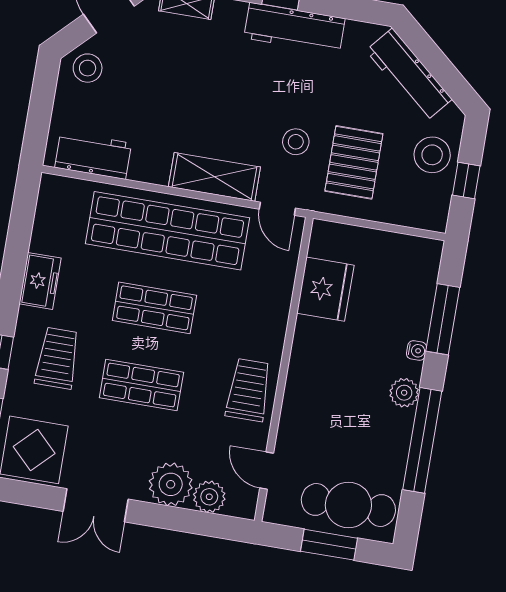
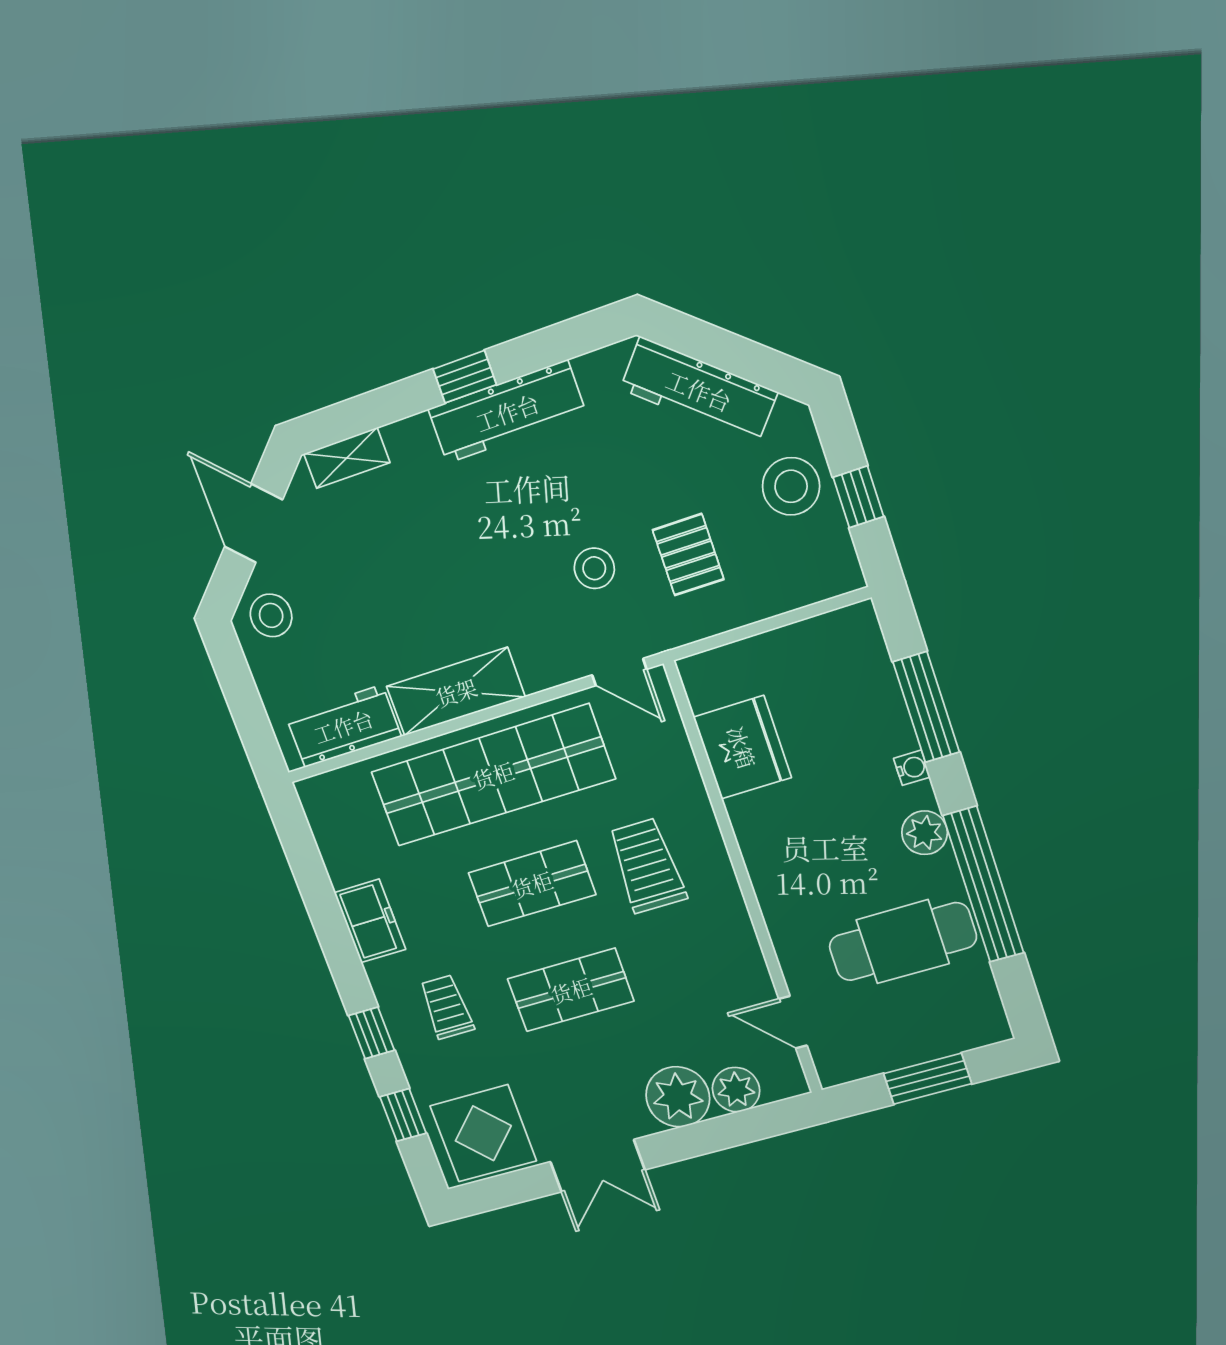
pallet: (354, 162) -> (688, 555), width x0.67, depth x0.71
shelving: (214, 177) -> (456, 692), moved
trolley: (57, 358) -> (447, 1007), width x0.73, depth x0.72
trolley: (249, 390) -> (647, 866), moved
cafe table: (348, 505) -> (903, 942), moved

